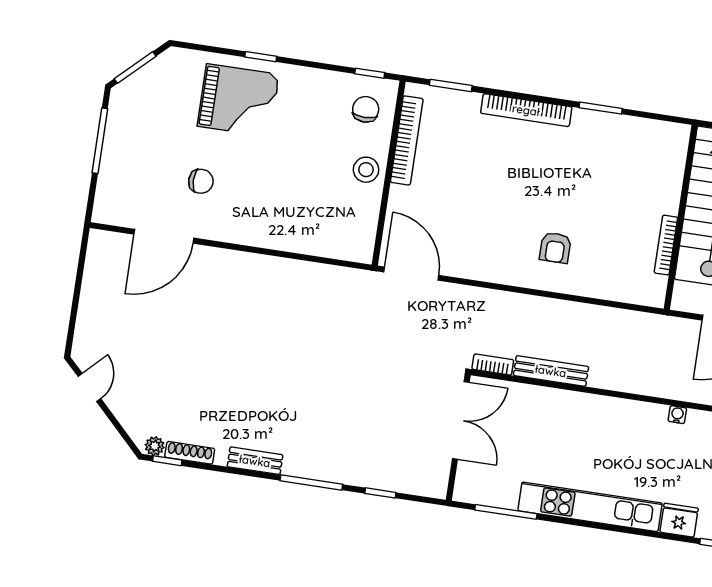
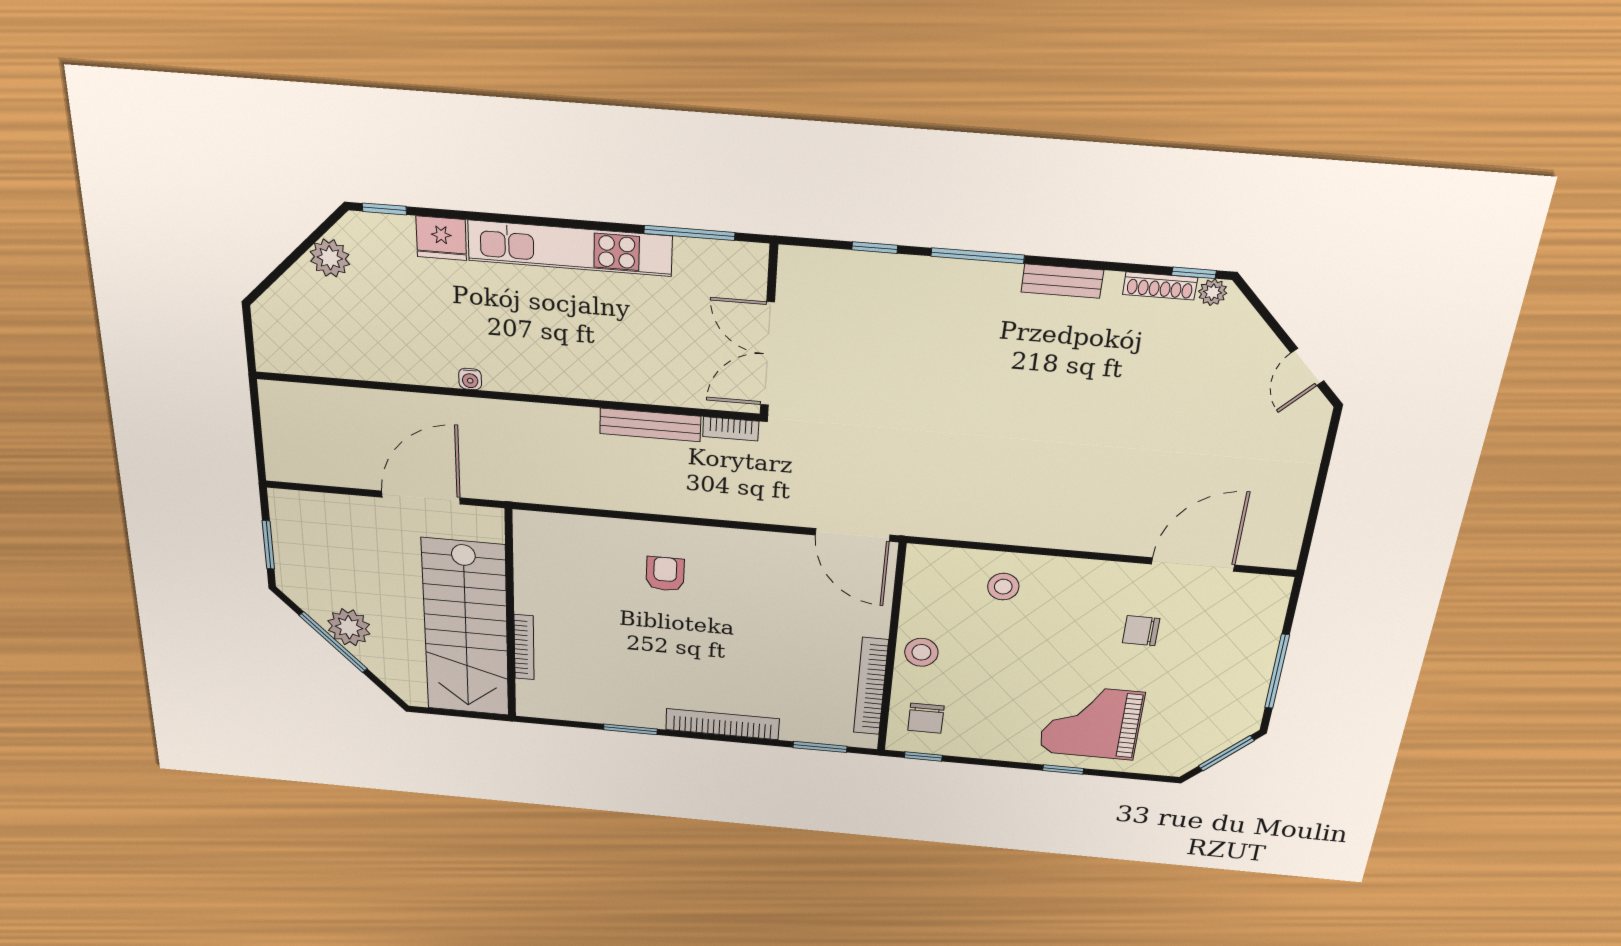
stool: (302, 224) -> (1003, 587), added
bookcase: (666, 245) -> (524, 647), moved

